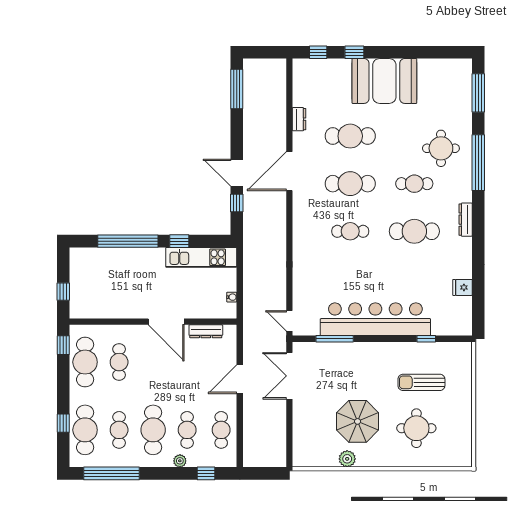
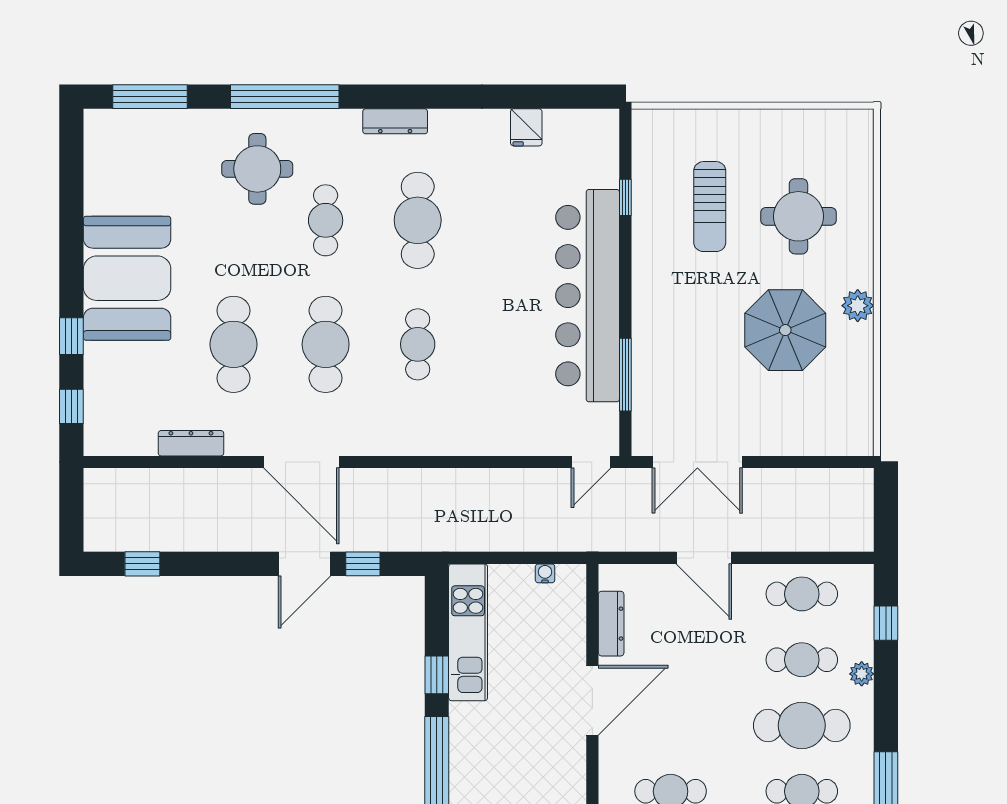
window: (237, 89) -> (142, 564), width x0.46
dresser: (299, 119) -> (191, 443), width x1.44
plant: (347, 459) -> (858, 306), moved

